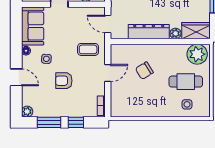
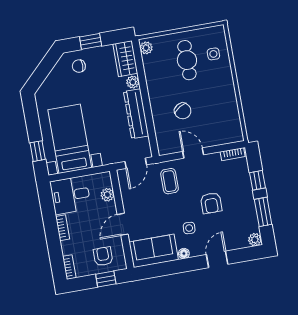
plant: (197, 54) -> (146, 48), width x0.53, depth x0.53

